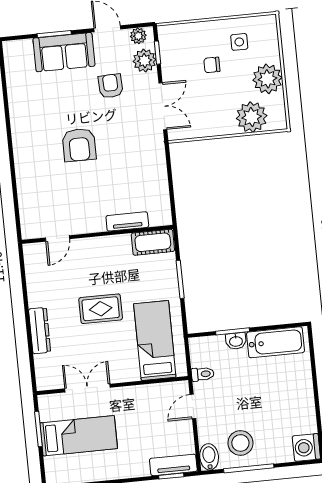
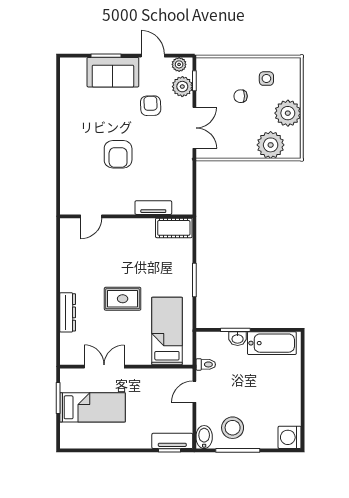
tv unit: (127, 221) -> (153, 208), moved
wall: (97, 234) -> (126, 216), moved
door: (57, 238) -> (91, 216), moved
cot: (153, 242) -> (174, 228), moved

